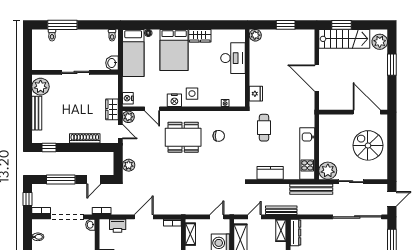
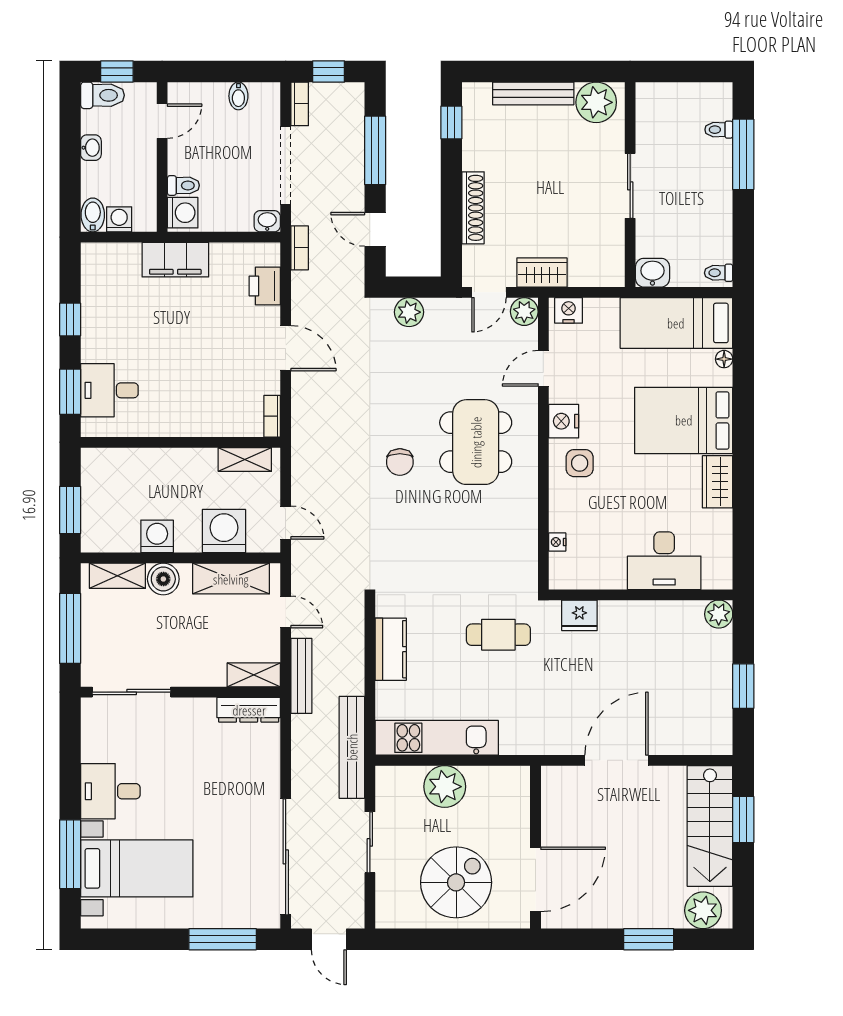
chair: (219, 136) -> (400, 462), moved
plant: (328, 171) -> (445, 787), moved

